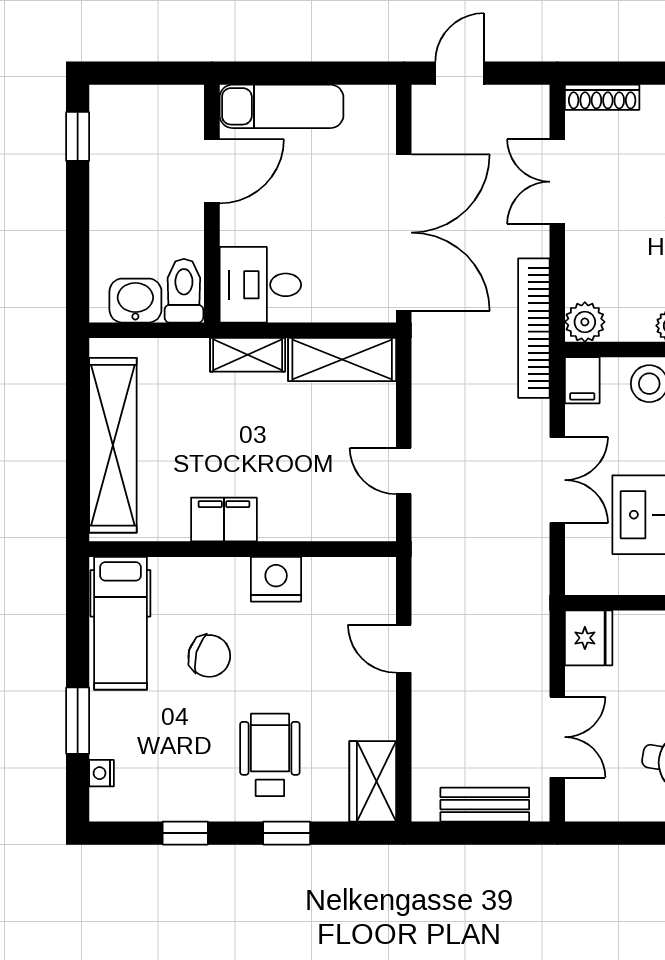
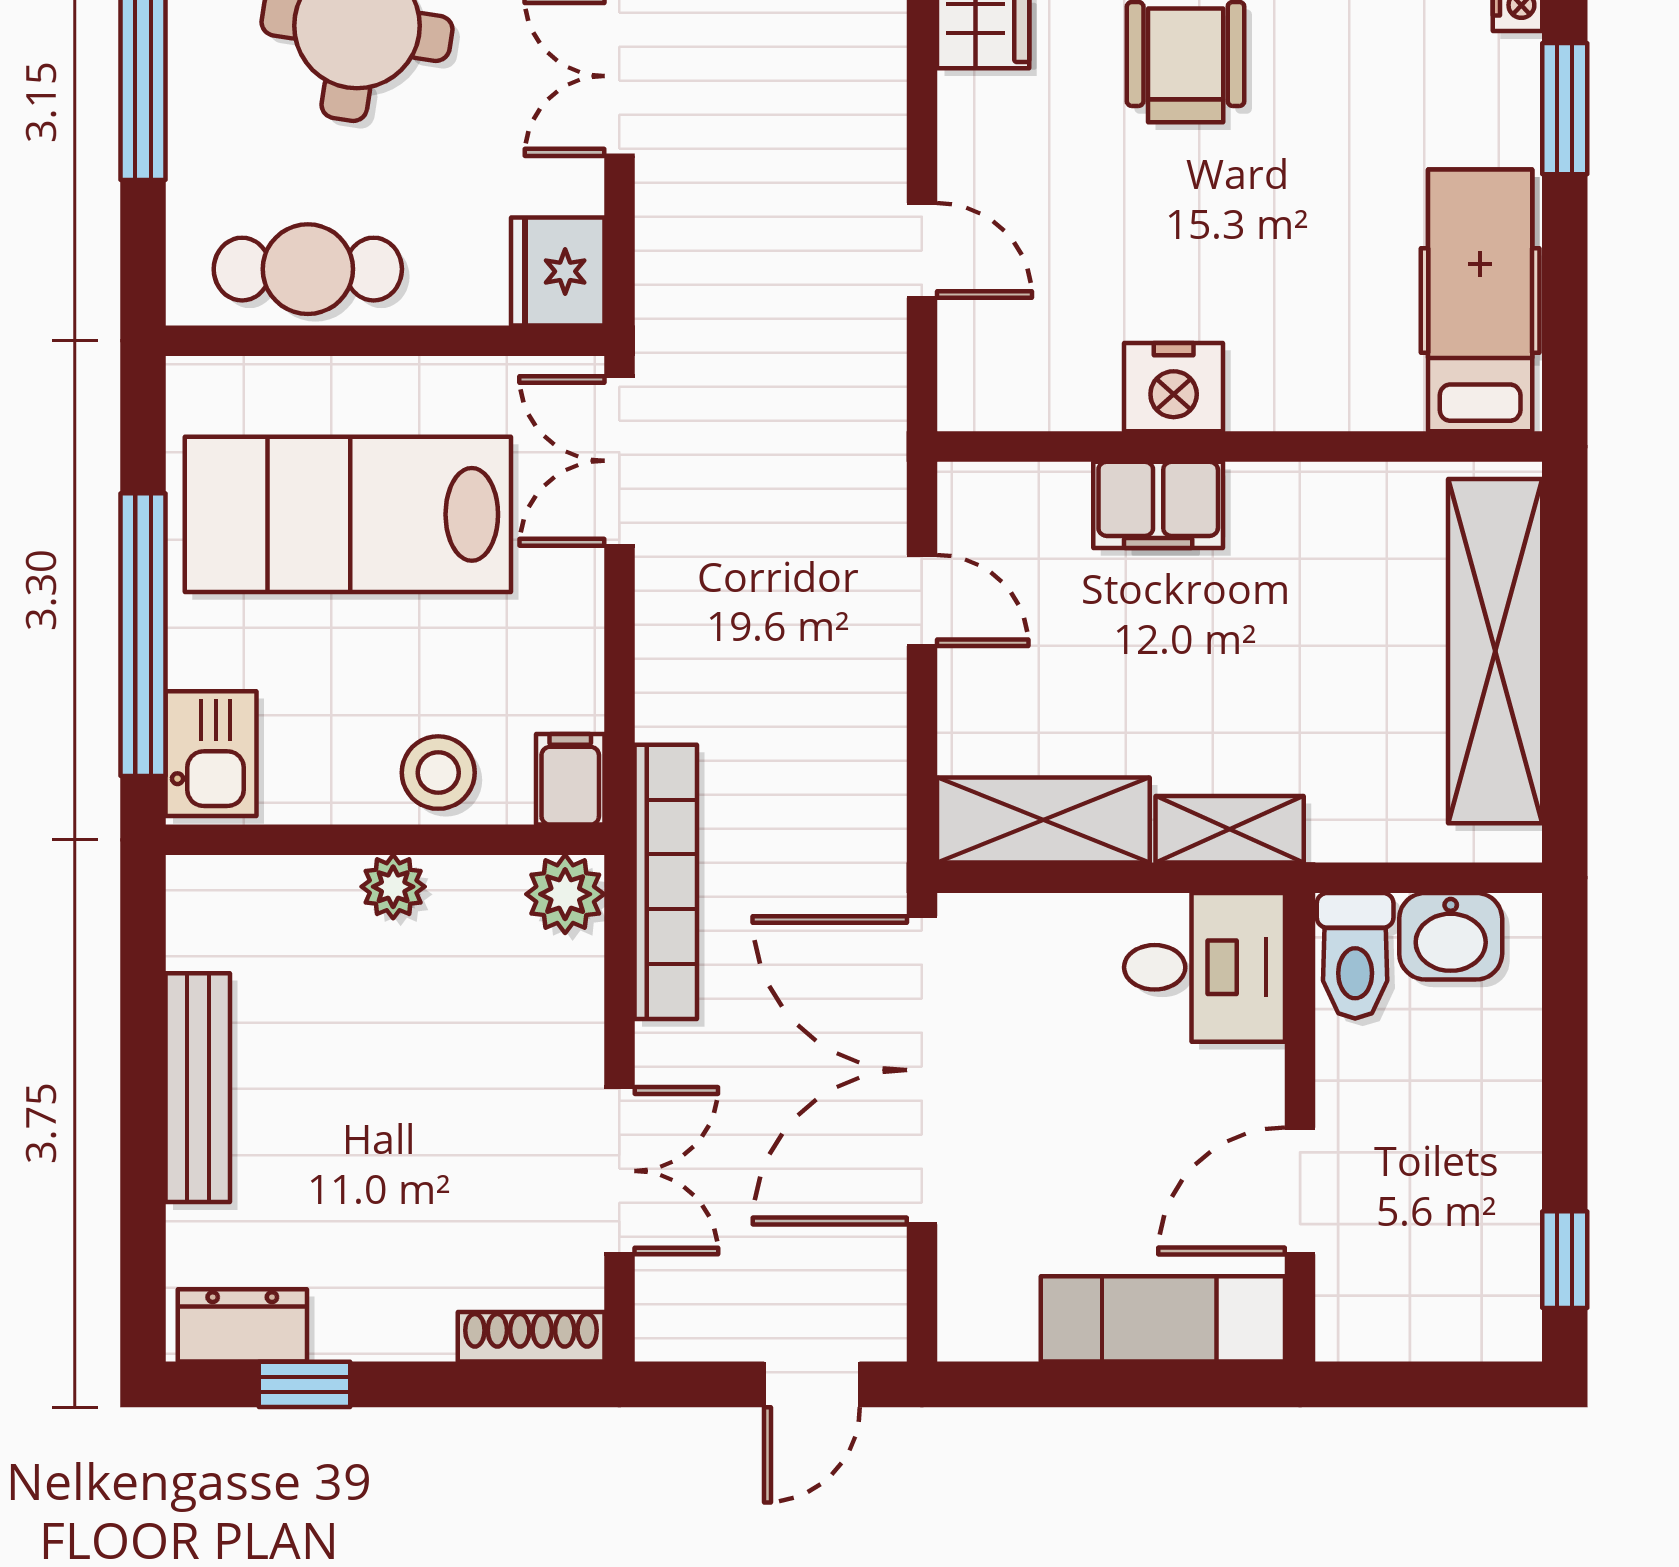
double door: (557, 480) -> (619, 461), moved
filing cabinet: (224, 519) -> (1158, 505), moved
chair: (209, 656) -> (1305, 236), removed

